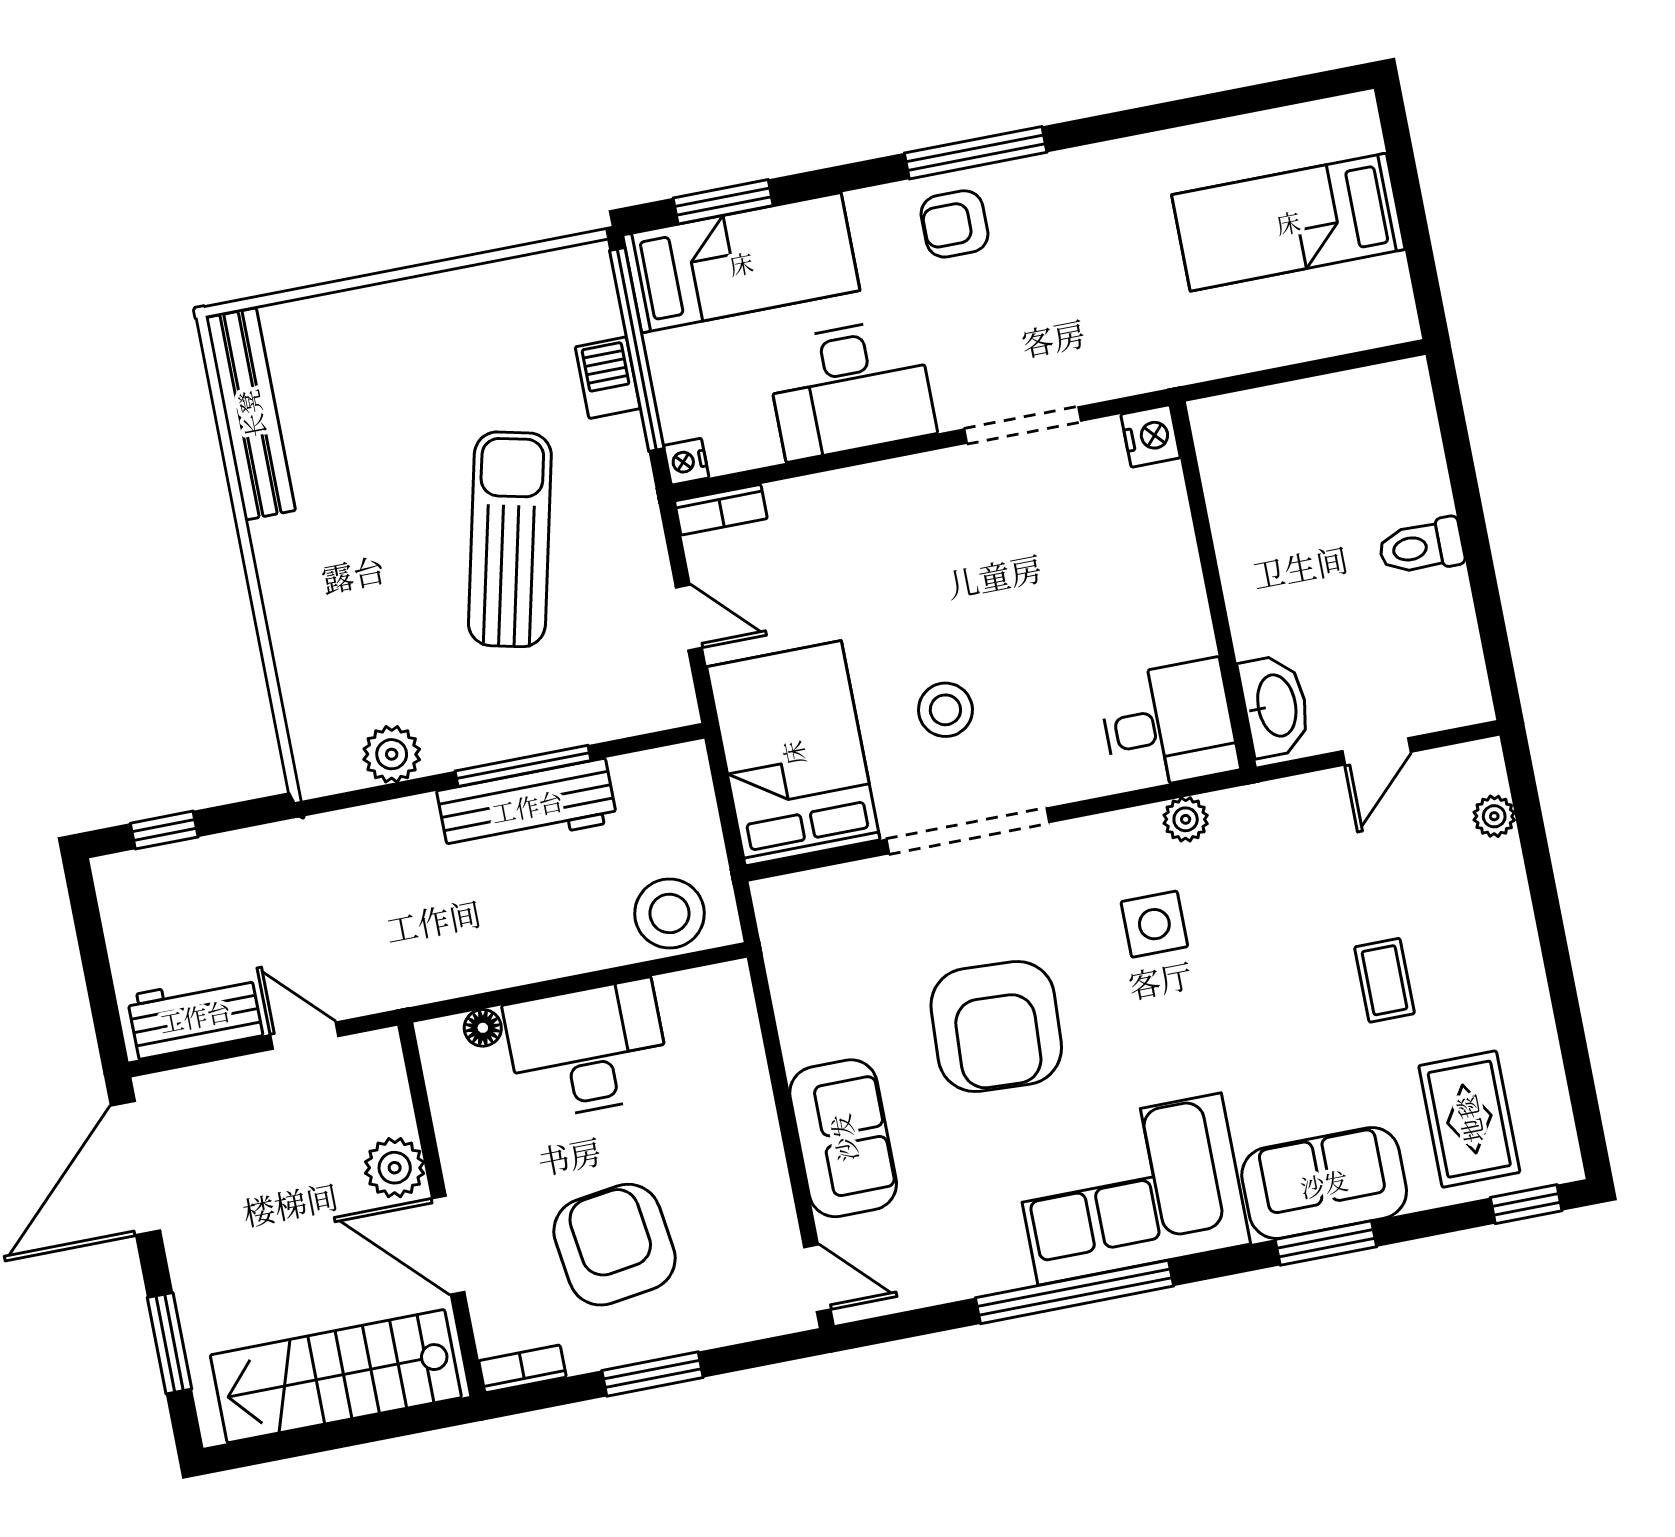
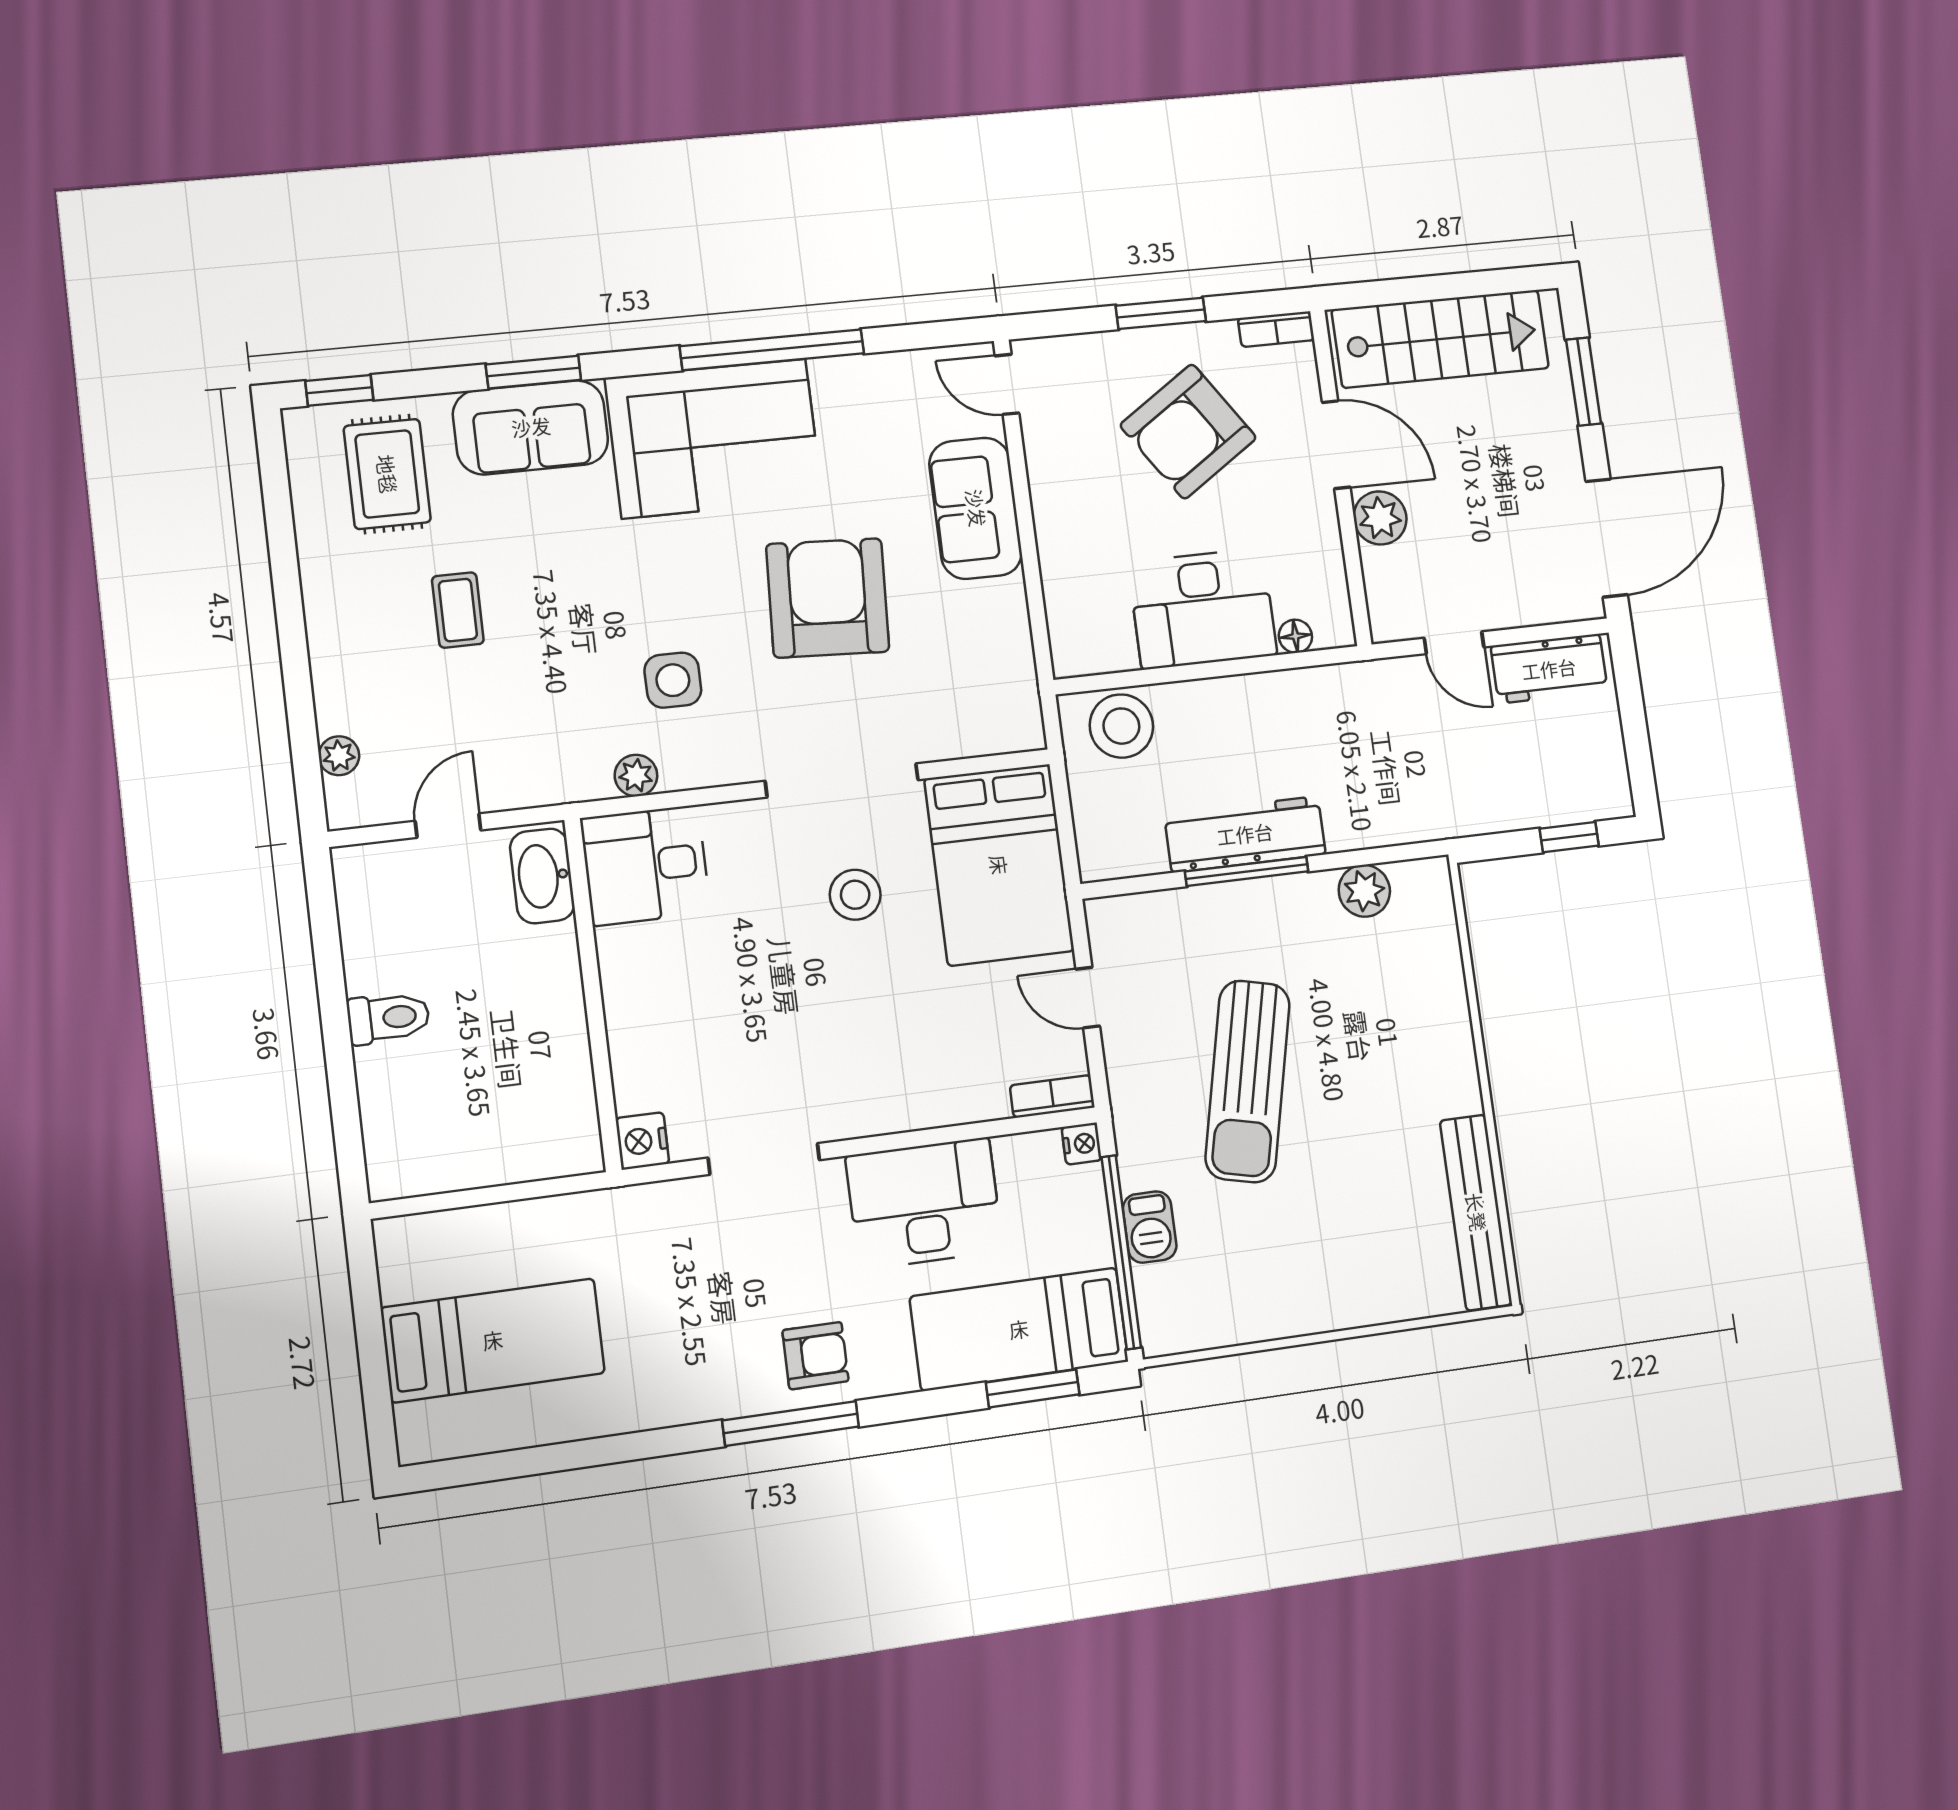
armchair: (614, 1245) -> (1188, 431), turned 64

